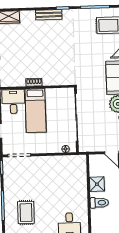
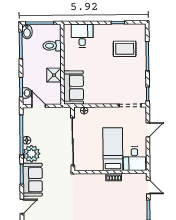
sofa: (77, 172) -> (74, 88), added
toilet: (99, 203) -> (52, 46), moved
rug: (26, 213) -> (125, 49), turned 90

